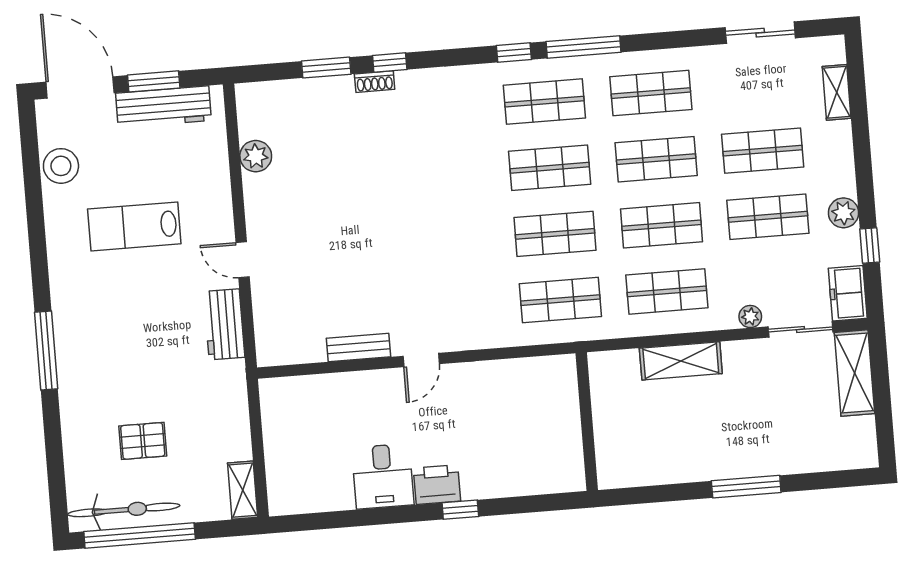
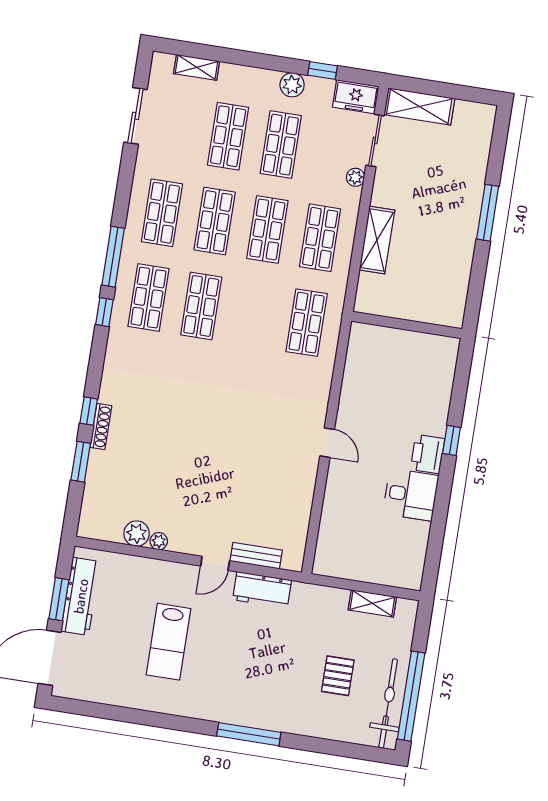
shoe rack: (375, 82) -> (101, 427), width x1.43
stool: (61, 166) -> (107, 688), removed
plant: (253, 185) -> (159, 541), added
shop shelf: (555, 234) -> (254, 314), removed
bench: (358, 347) -> (256, 556), moved, turned 90
shelving: (243, 490) -> (372, 603), moved

